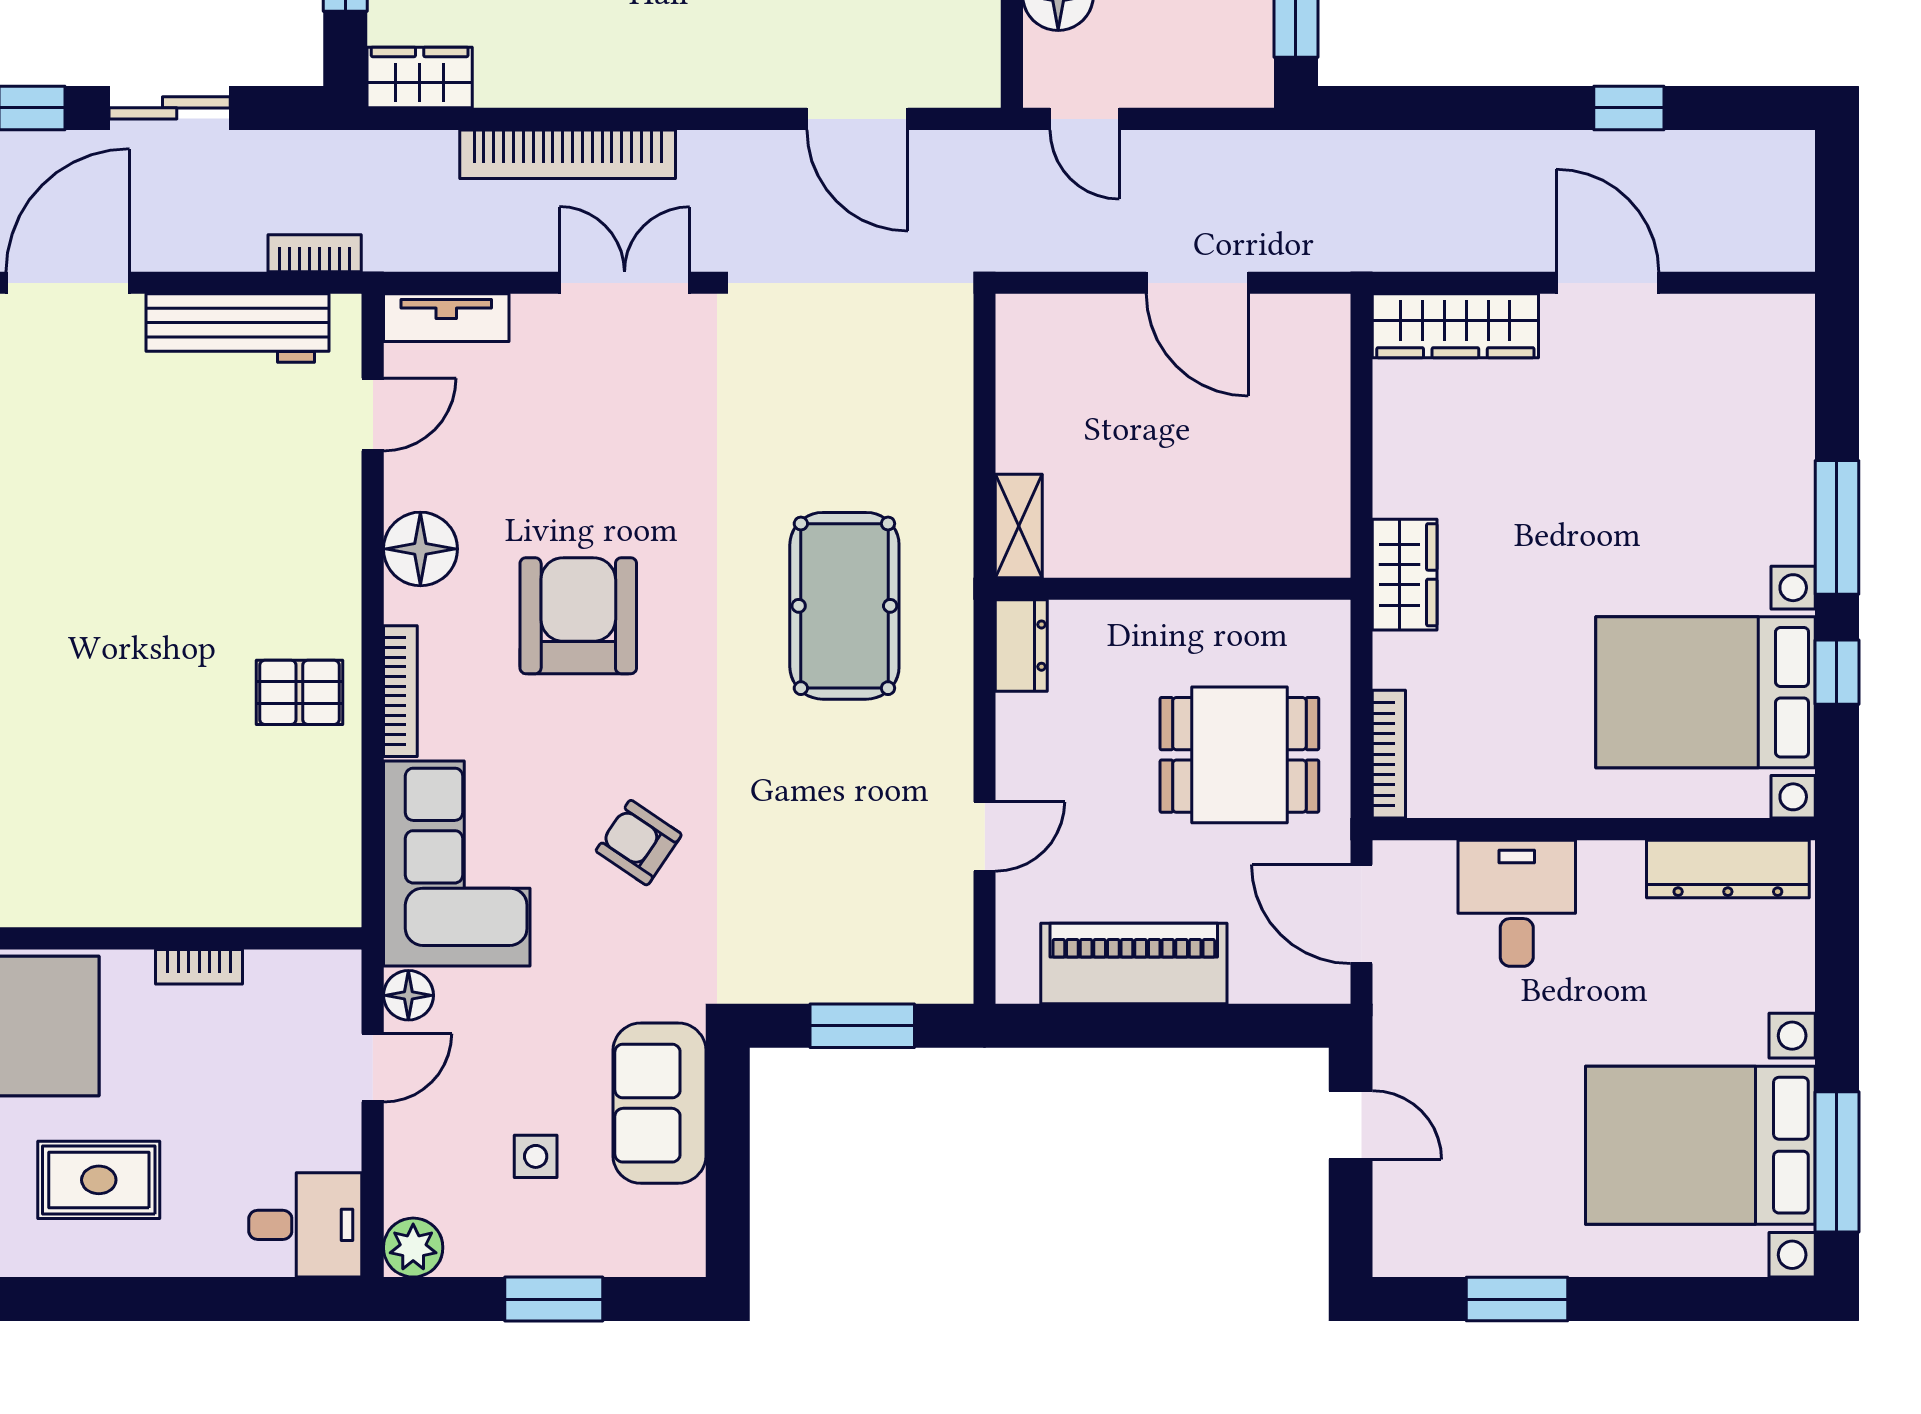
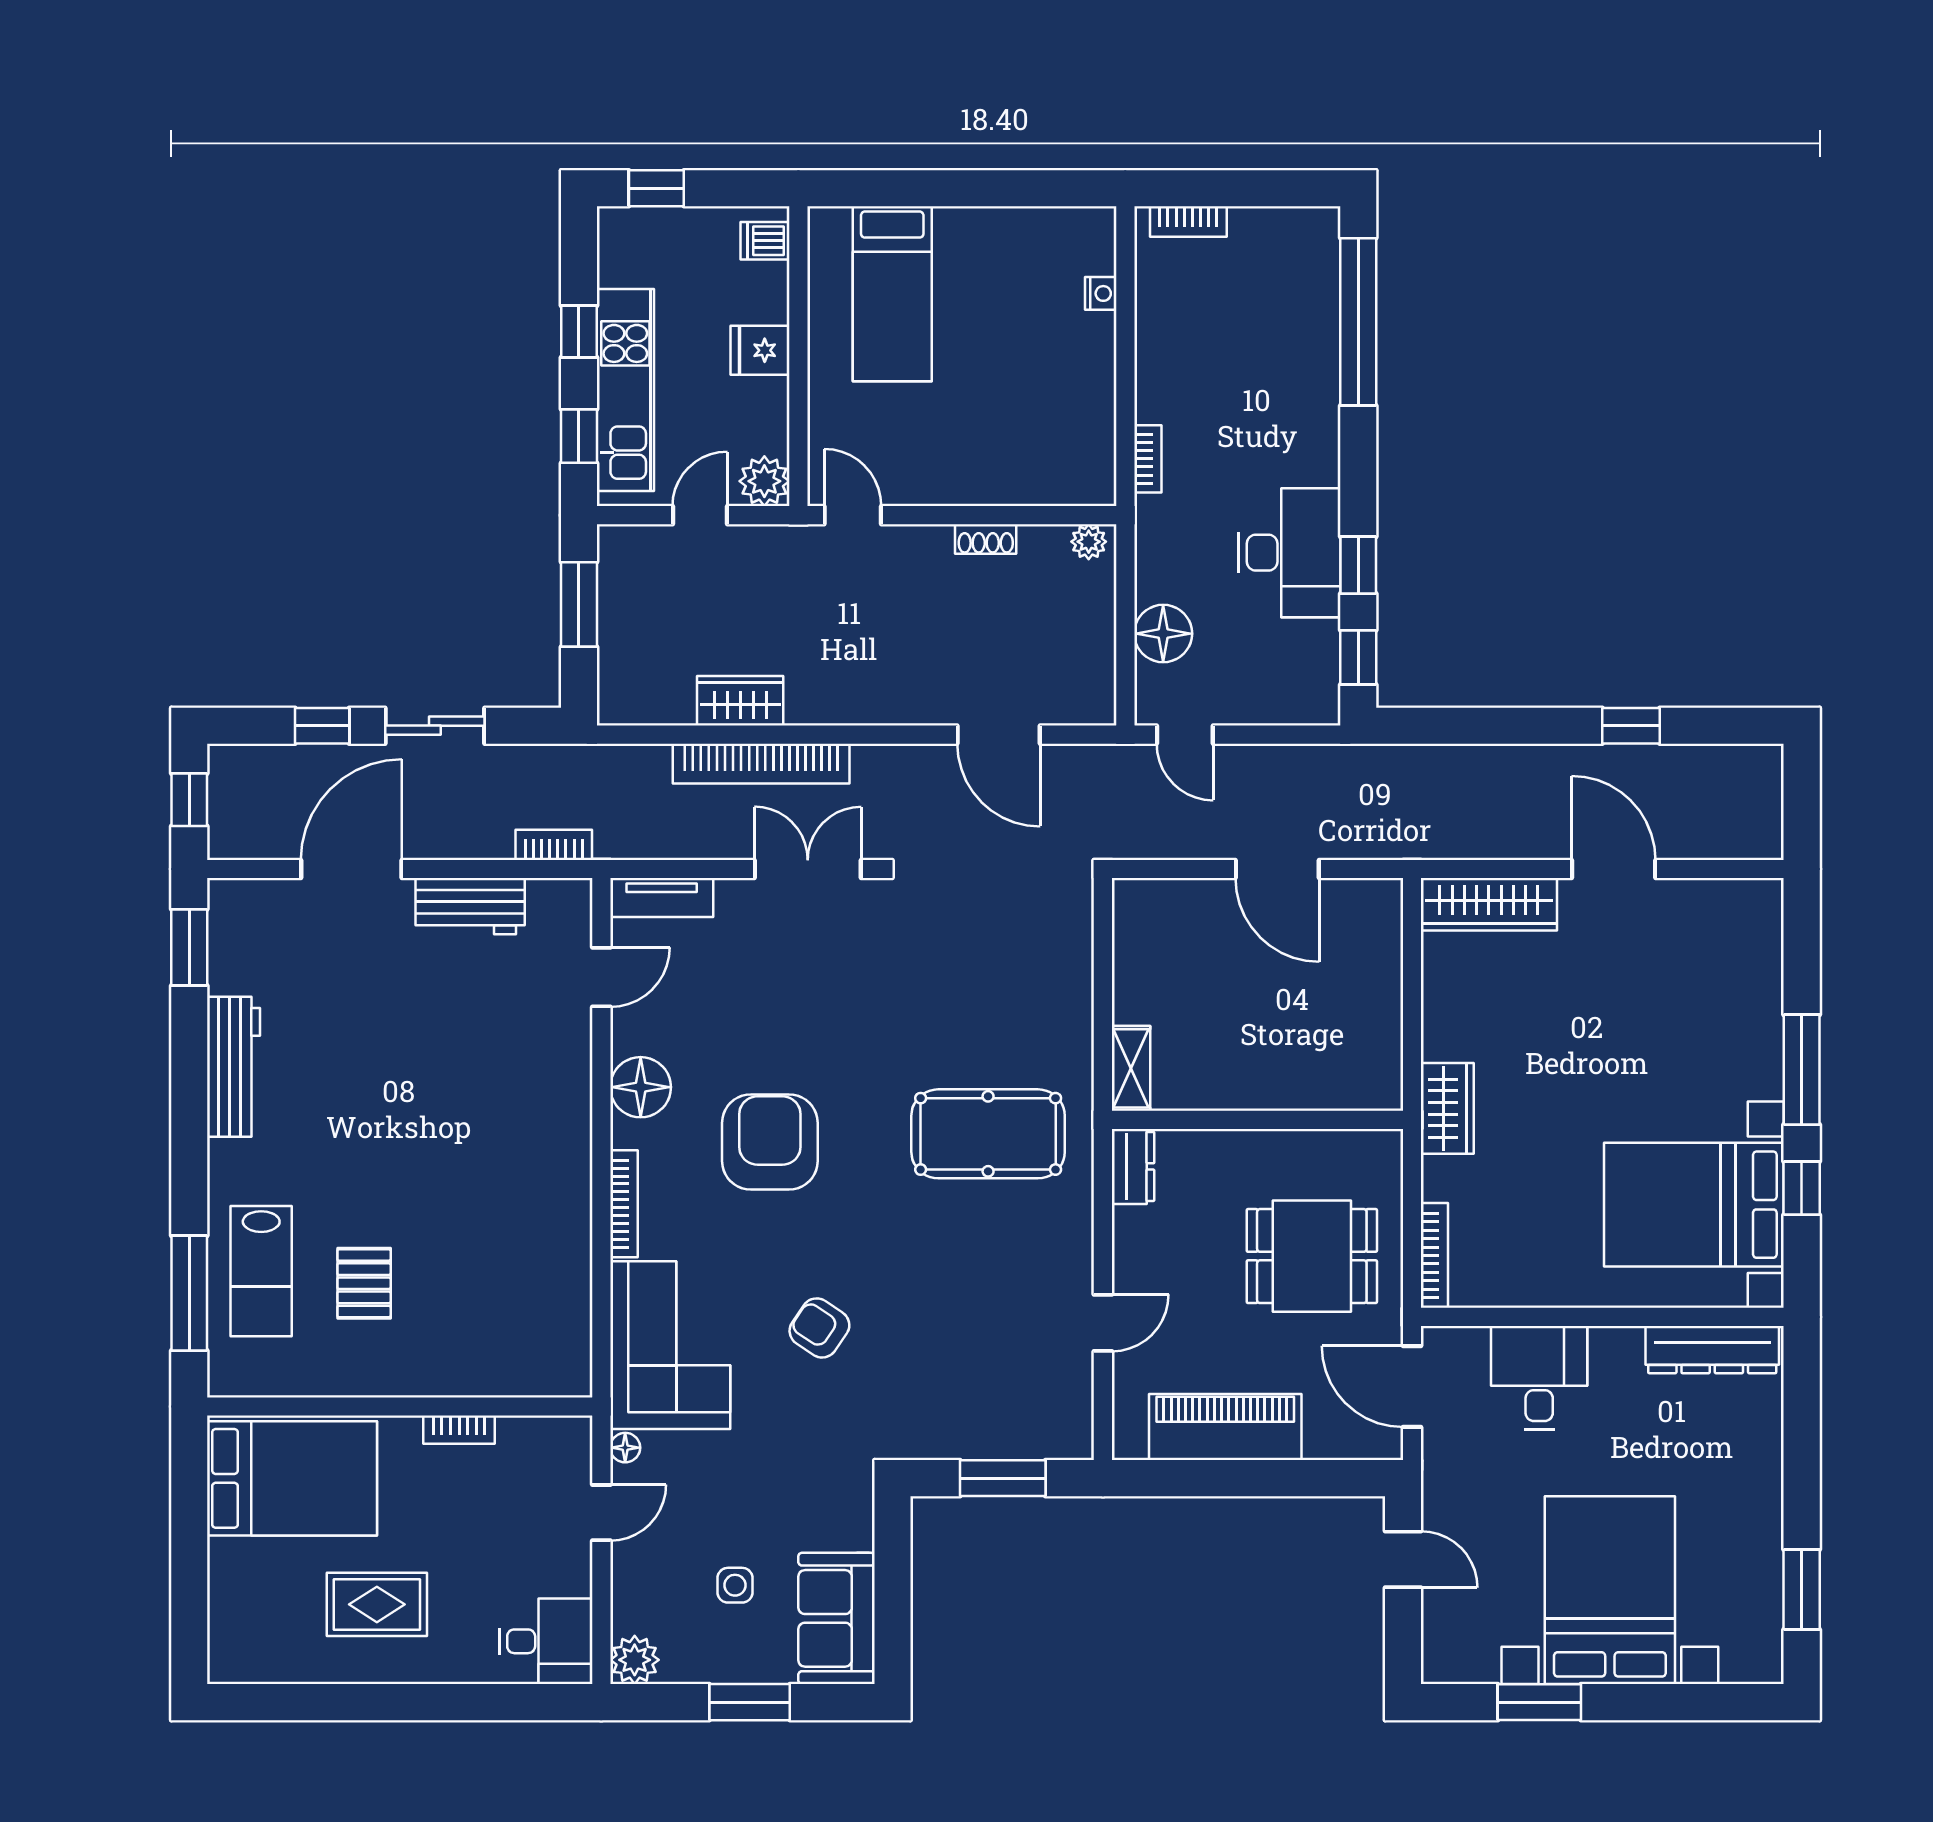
wardrobe: (420, 77) -> (740, 701), moved
workbench: (238, 328) -> (470, 906), width x0.73
pool table: (844, 606) -> (988, 1134), turned 90
pallet: (299, 692) -> (364, 1283), moved, turned 90
floor lamp: (408, 995) -> (625, 1448), width x0.73, depth x0.73
sofa: (659, 1103) -> (836, 1618), moved
bed with nightstands: (1700, 1145) -> (1610, 1590), moved, turned 90
window: (1837, 1162) -> (1802, 1590), width x0.69

